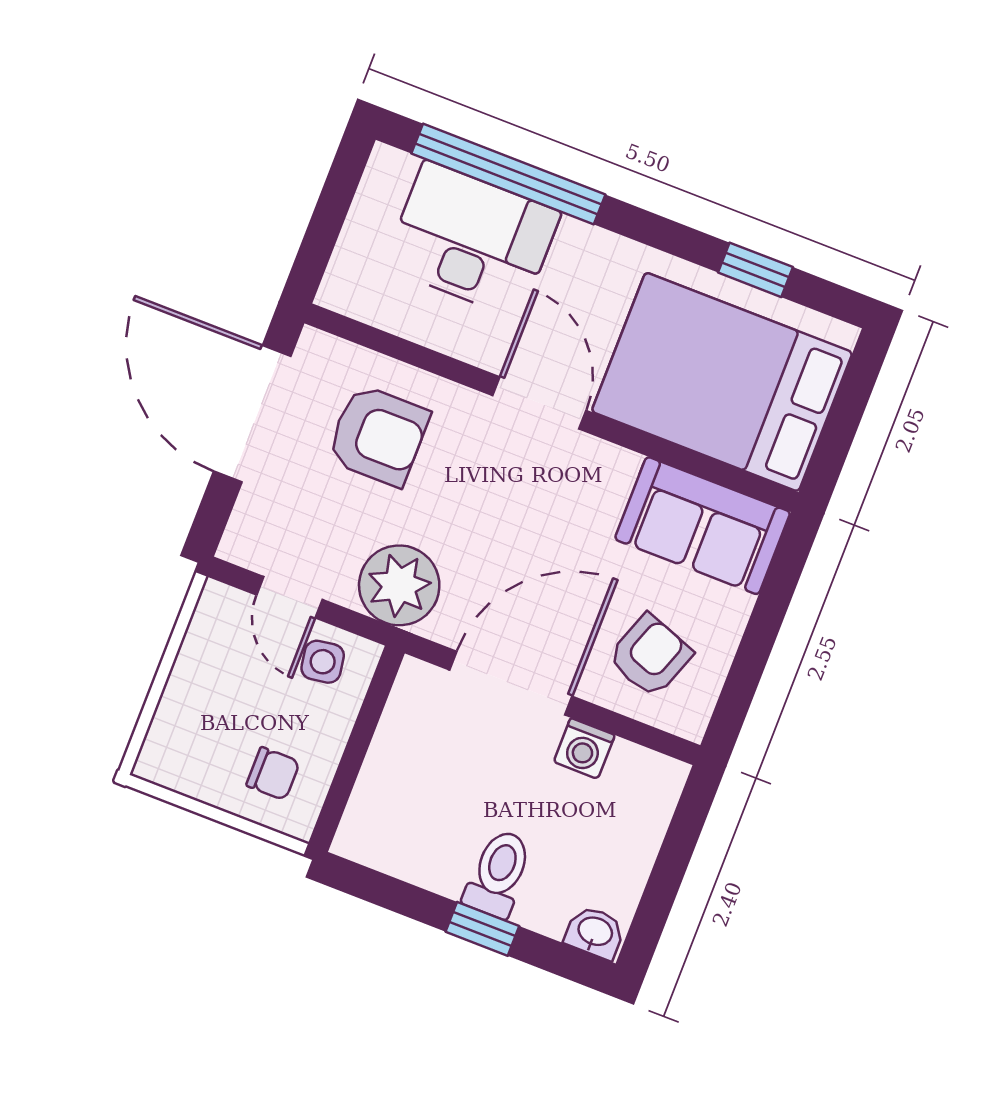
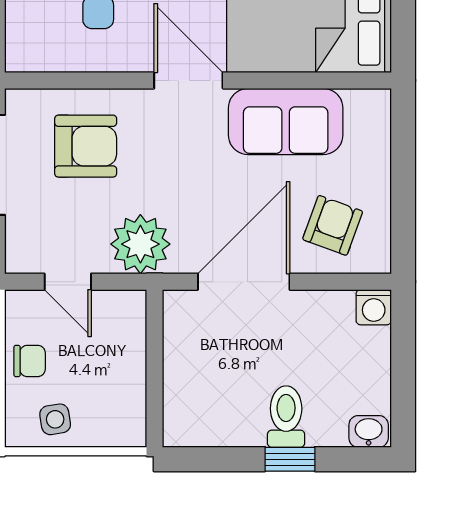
sofa: (703, 526) -> (286, 122), moved
side table: (323, 662) -> (55, 419), moved
washing machine: (584, 748) -> (374, 307), moved
chair: (273, 774) -> (30, 361), moved

